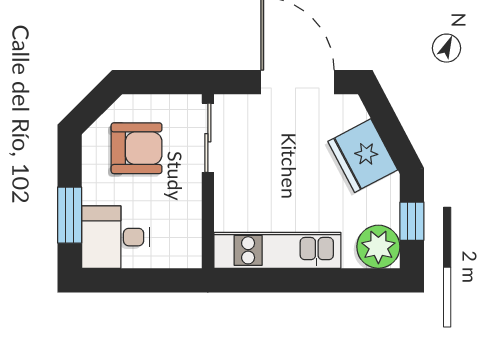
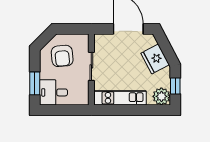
sliding door: (208, 138) -> (91, 66), moved
armchair: (137, 148) -> (62, 56), turned 85

